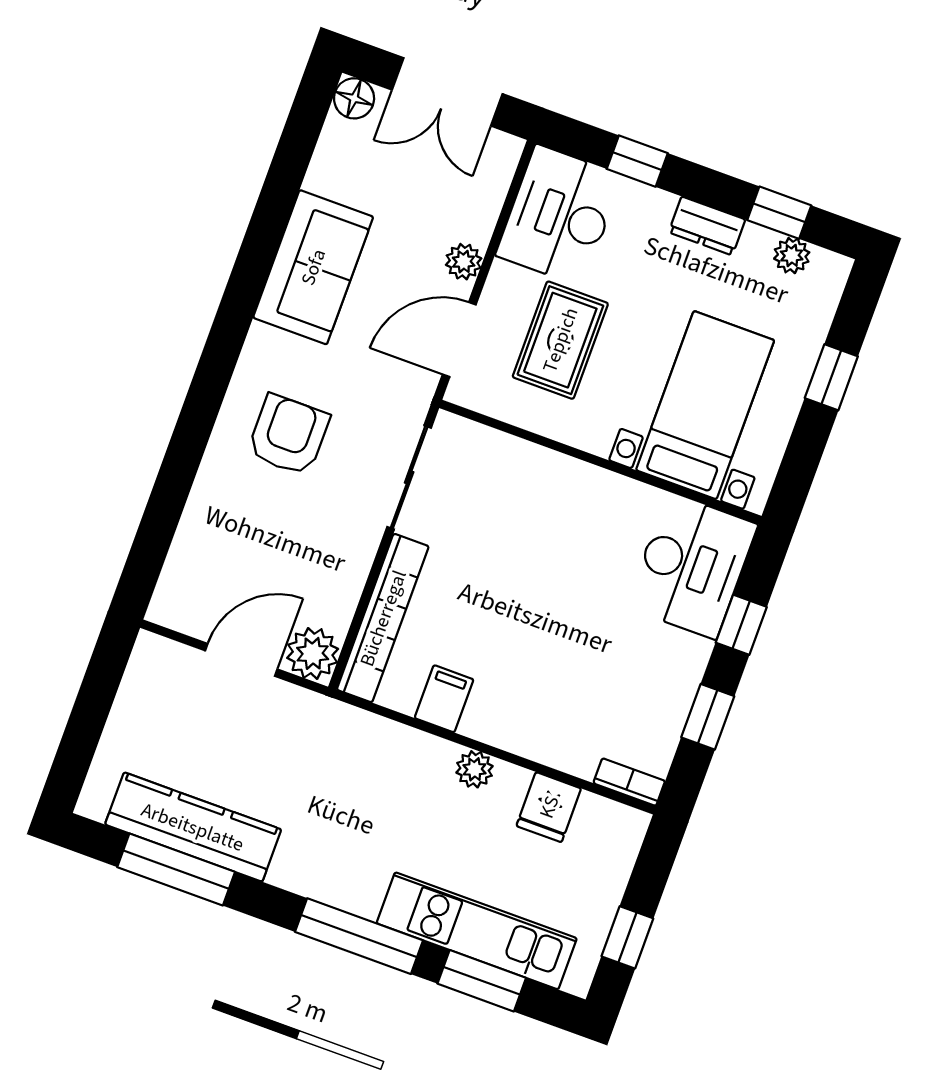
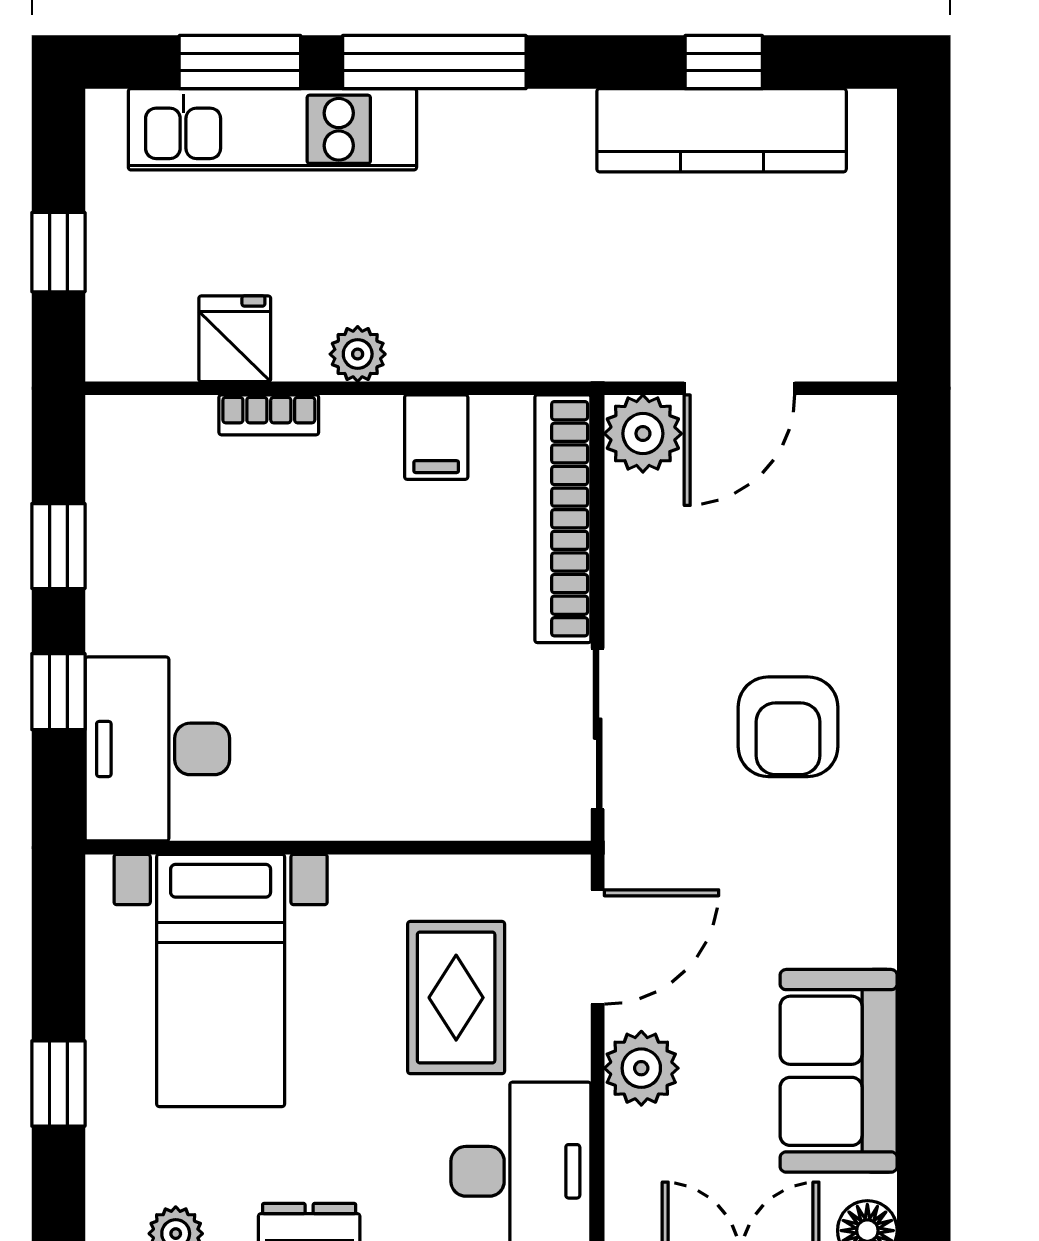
plant: (464, 262) -> (641, 1068), width x1.38, depth x1.38
sofa: (313, 267) -> (839, 1071), moved
bookcase: (629, 782) -> (269, 415), moved
window: (176, 870) -> (724, 62), width x0.46
window: (627, 937) -> (58, 252), moved

